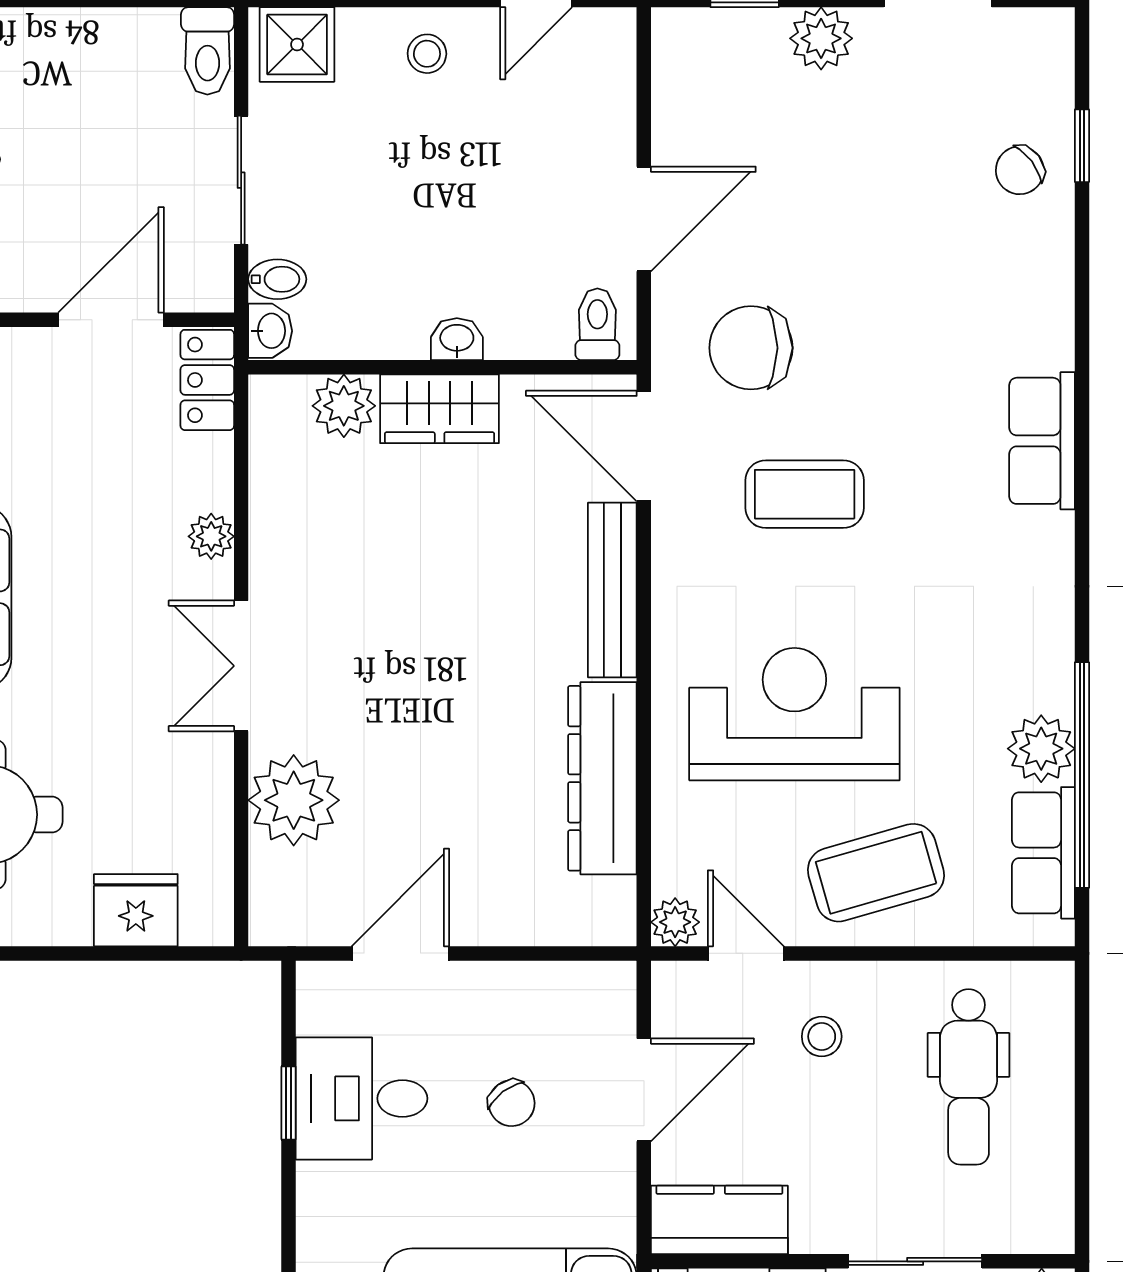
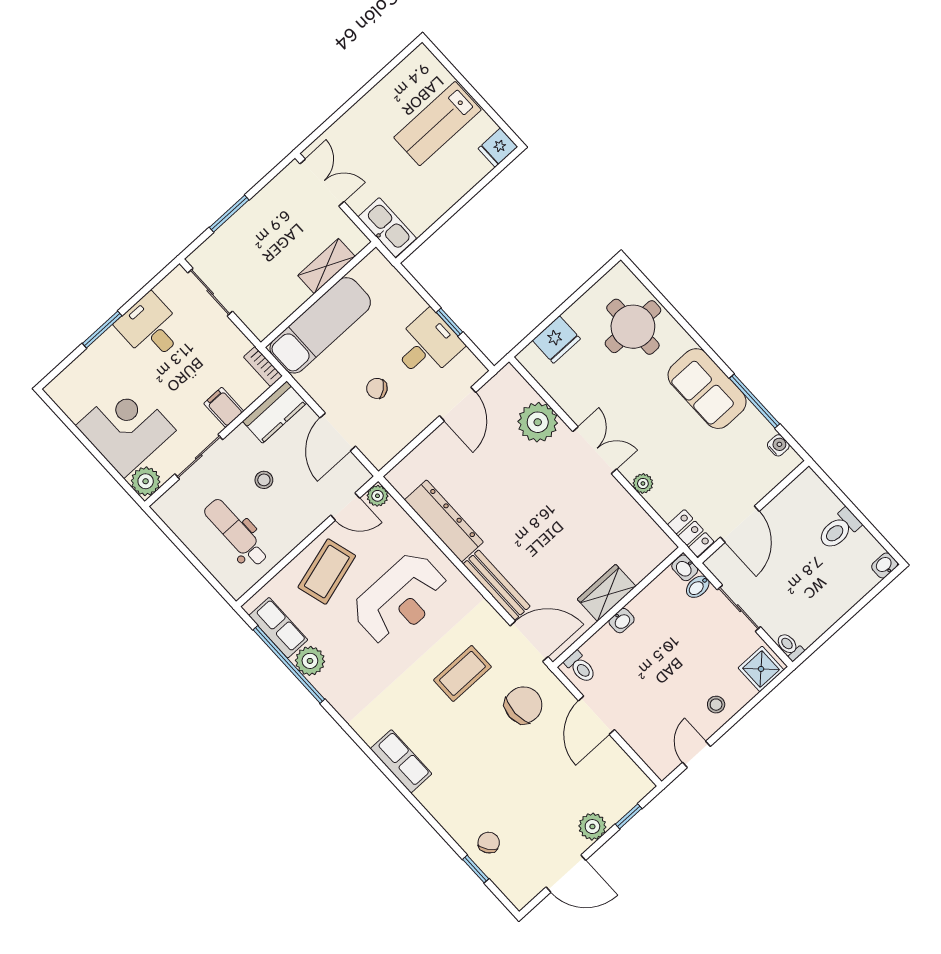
toilet: (207, 51) -> (790, 646), width x0.73, depth x0.72
plant: (344, 406) -> (639, 565), removed
stool: (822, 1036) -> (264, 480), moved

